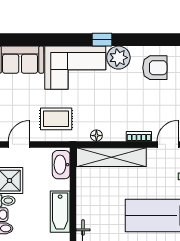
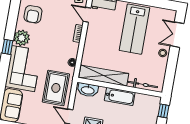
armchair: (155, 68) -> (33, 14), turned 180
rug: (56, 119) -> (56, 88), width x1.36, depth x1.43
shelving: (111, 157) -> (104, 76), moved, turned 90

